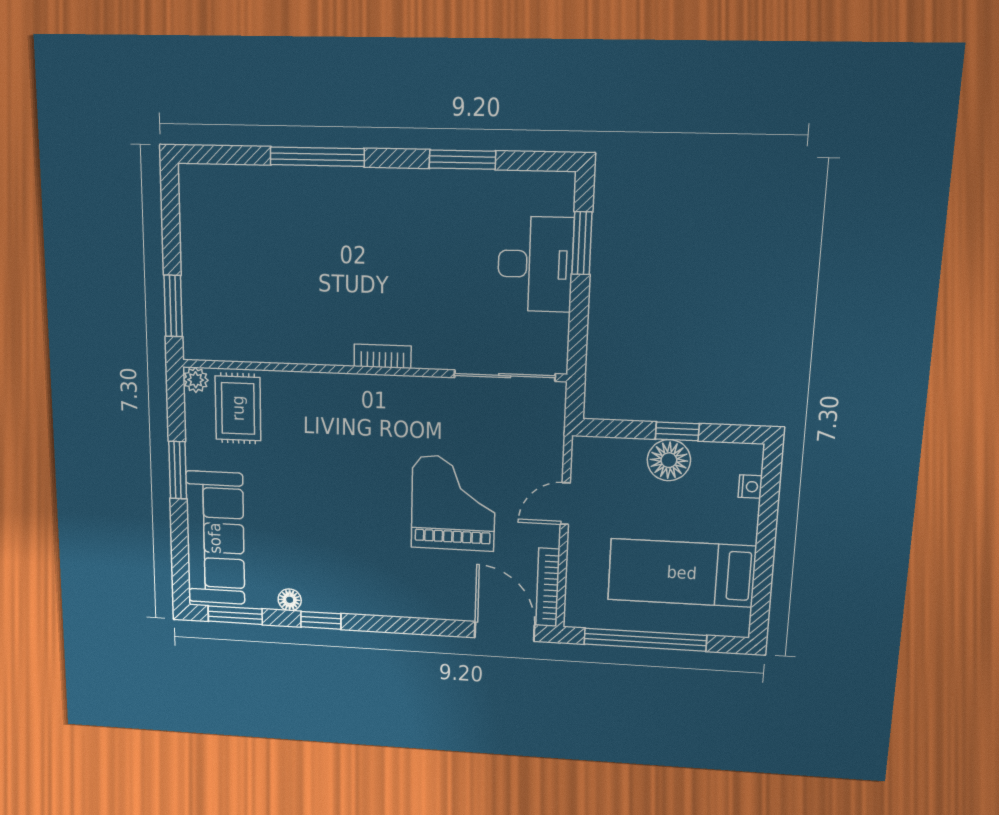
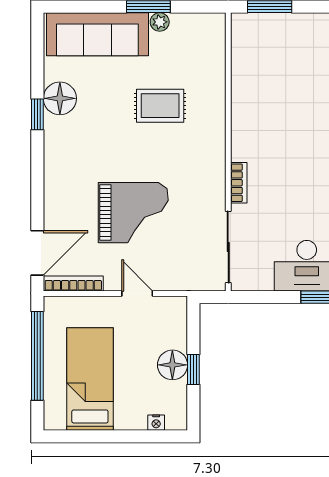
bookcase: (383, 356) -> (239, 183), moved
plant: (196, 380) -> (160, 22), moved
rug: (238, 408) -> (160, 106), moved
floor lamp: (290, 600) -> (60, 98), width x1.89, depth x1.89
window: (235, 615) -> (37, 48), removed

